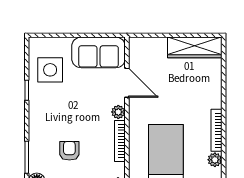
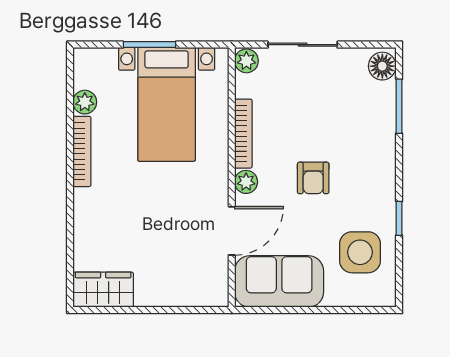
wardrobe: (195, 47) -> (103, 290), width x0.67
door: (127, 83) -> (232, 231), swing flipped
armchair: (69, 151) -> (313, 178), moved

